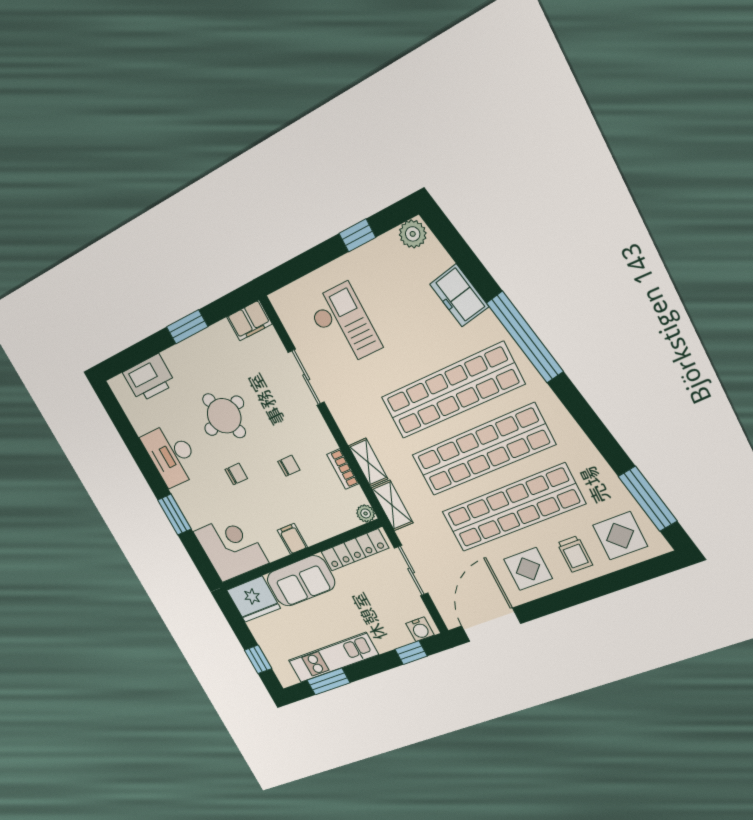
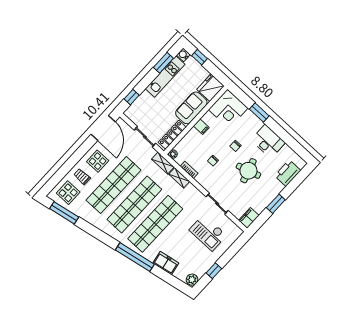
water cooler: (420, 629) -> (183, 55), moved

